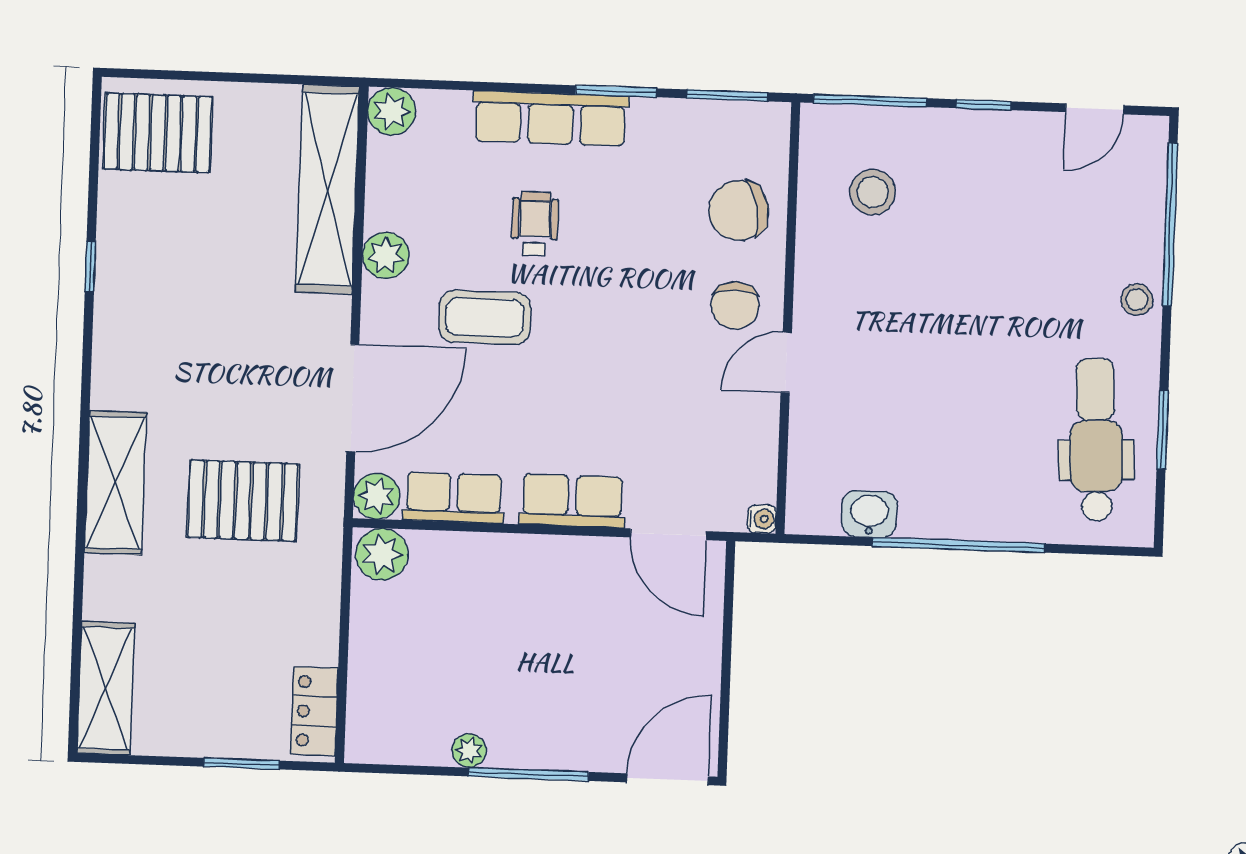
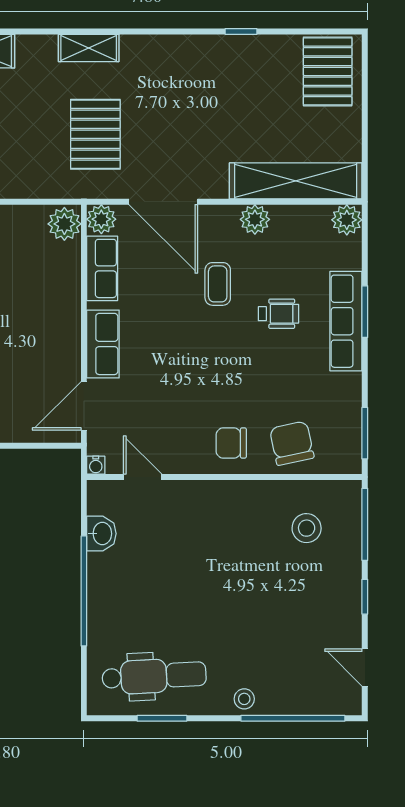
window: (616, 91) -> (365, 312), moved
coffee table: (485, 317) -> (218, 284), width x0.73, depth x0.77
door: (786, 362) -> (143, 477), moved
shelving: (115, 483) -> (89, 48), width x0.67, depth x0.75

